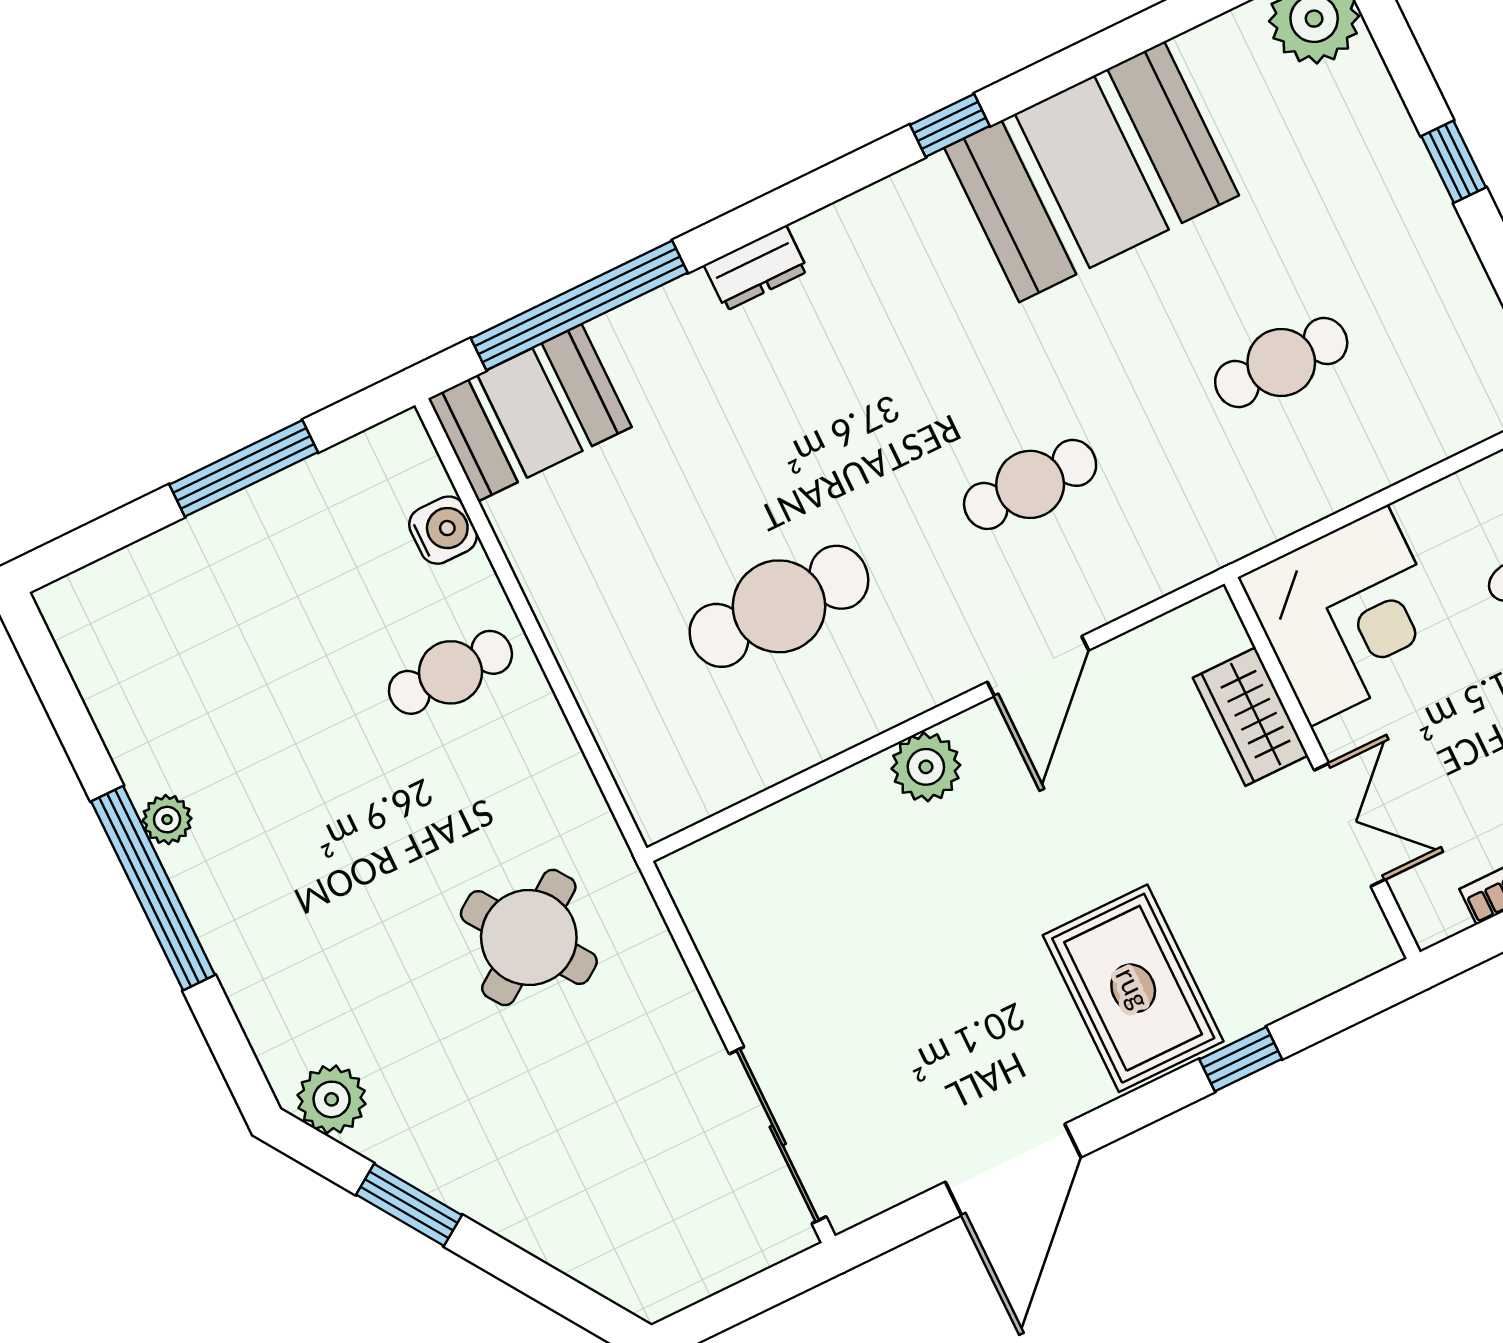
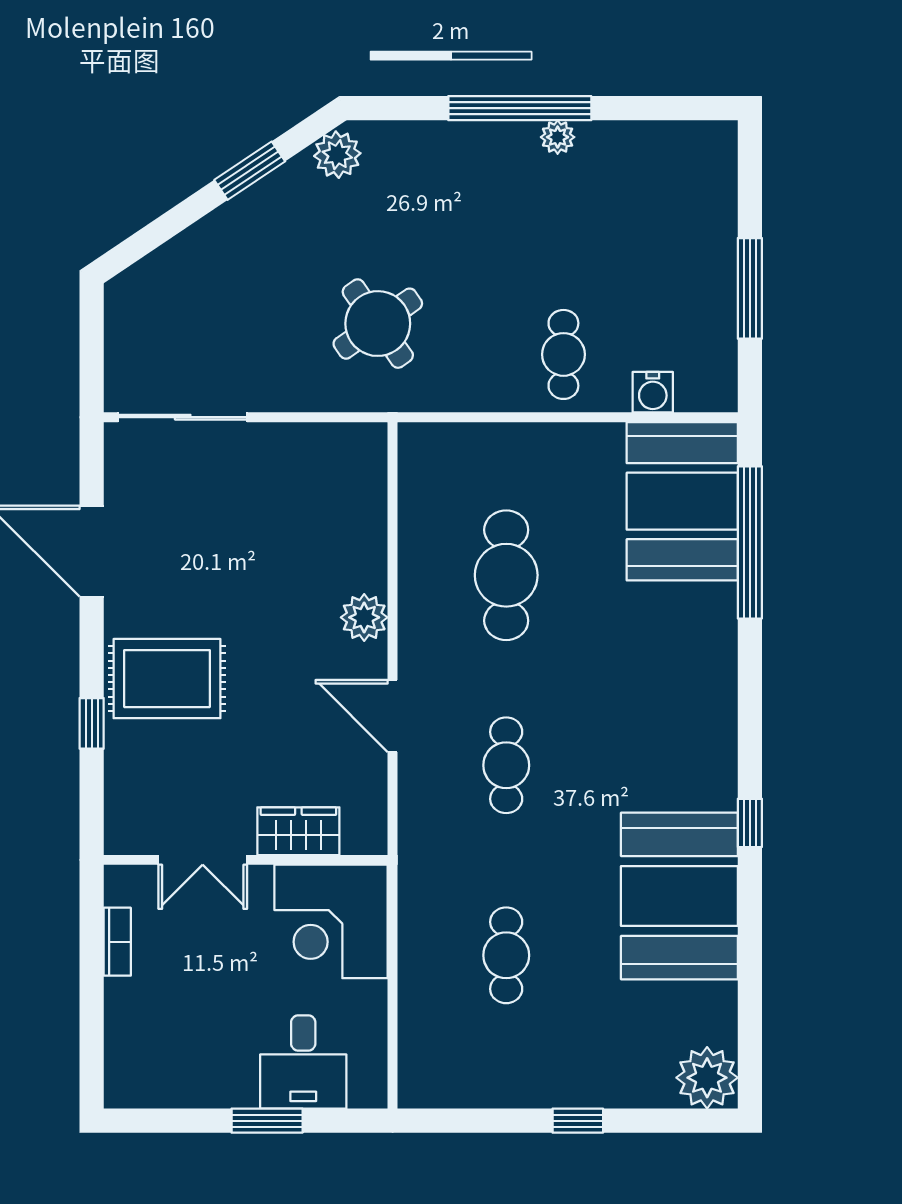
dresser: (756, 268) -> (720, 662), removed
booth: (530, 413) -> (682, 501), width x1.36, depth x1.42

